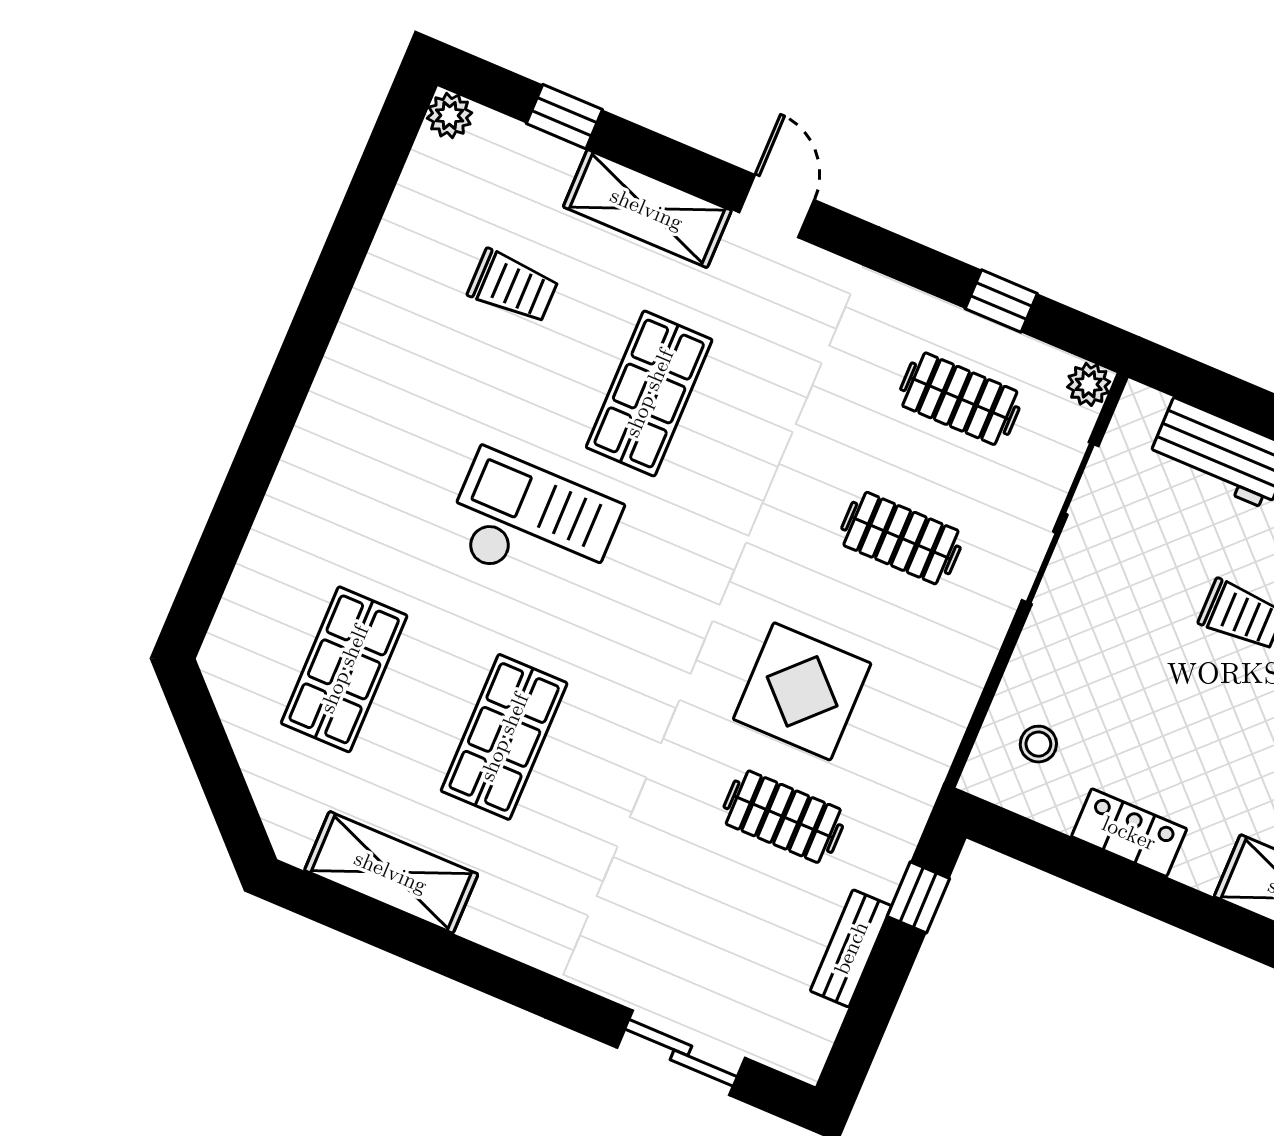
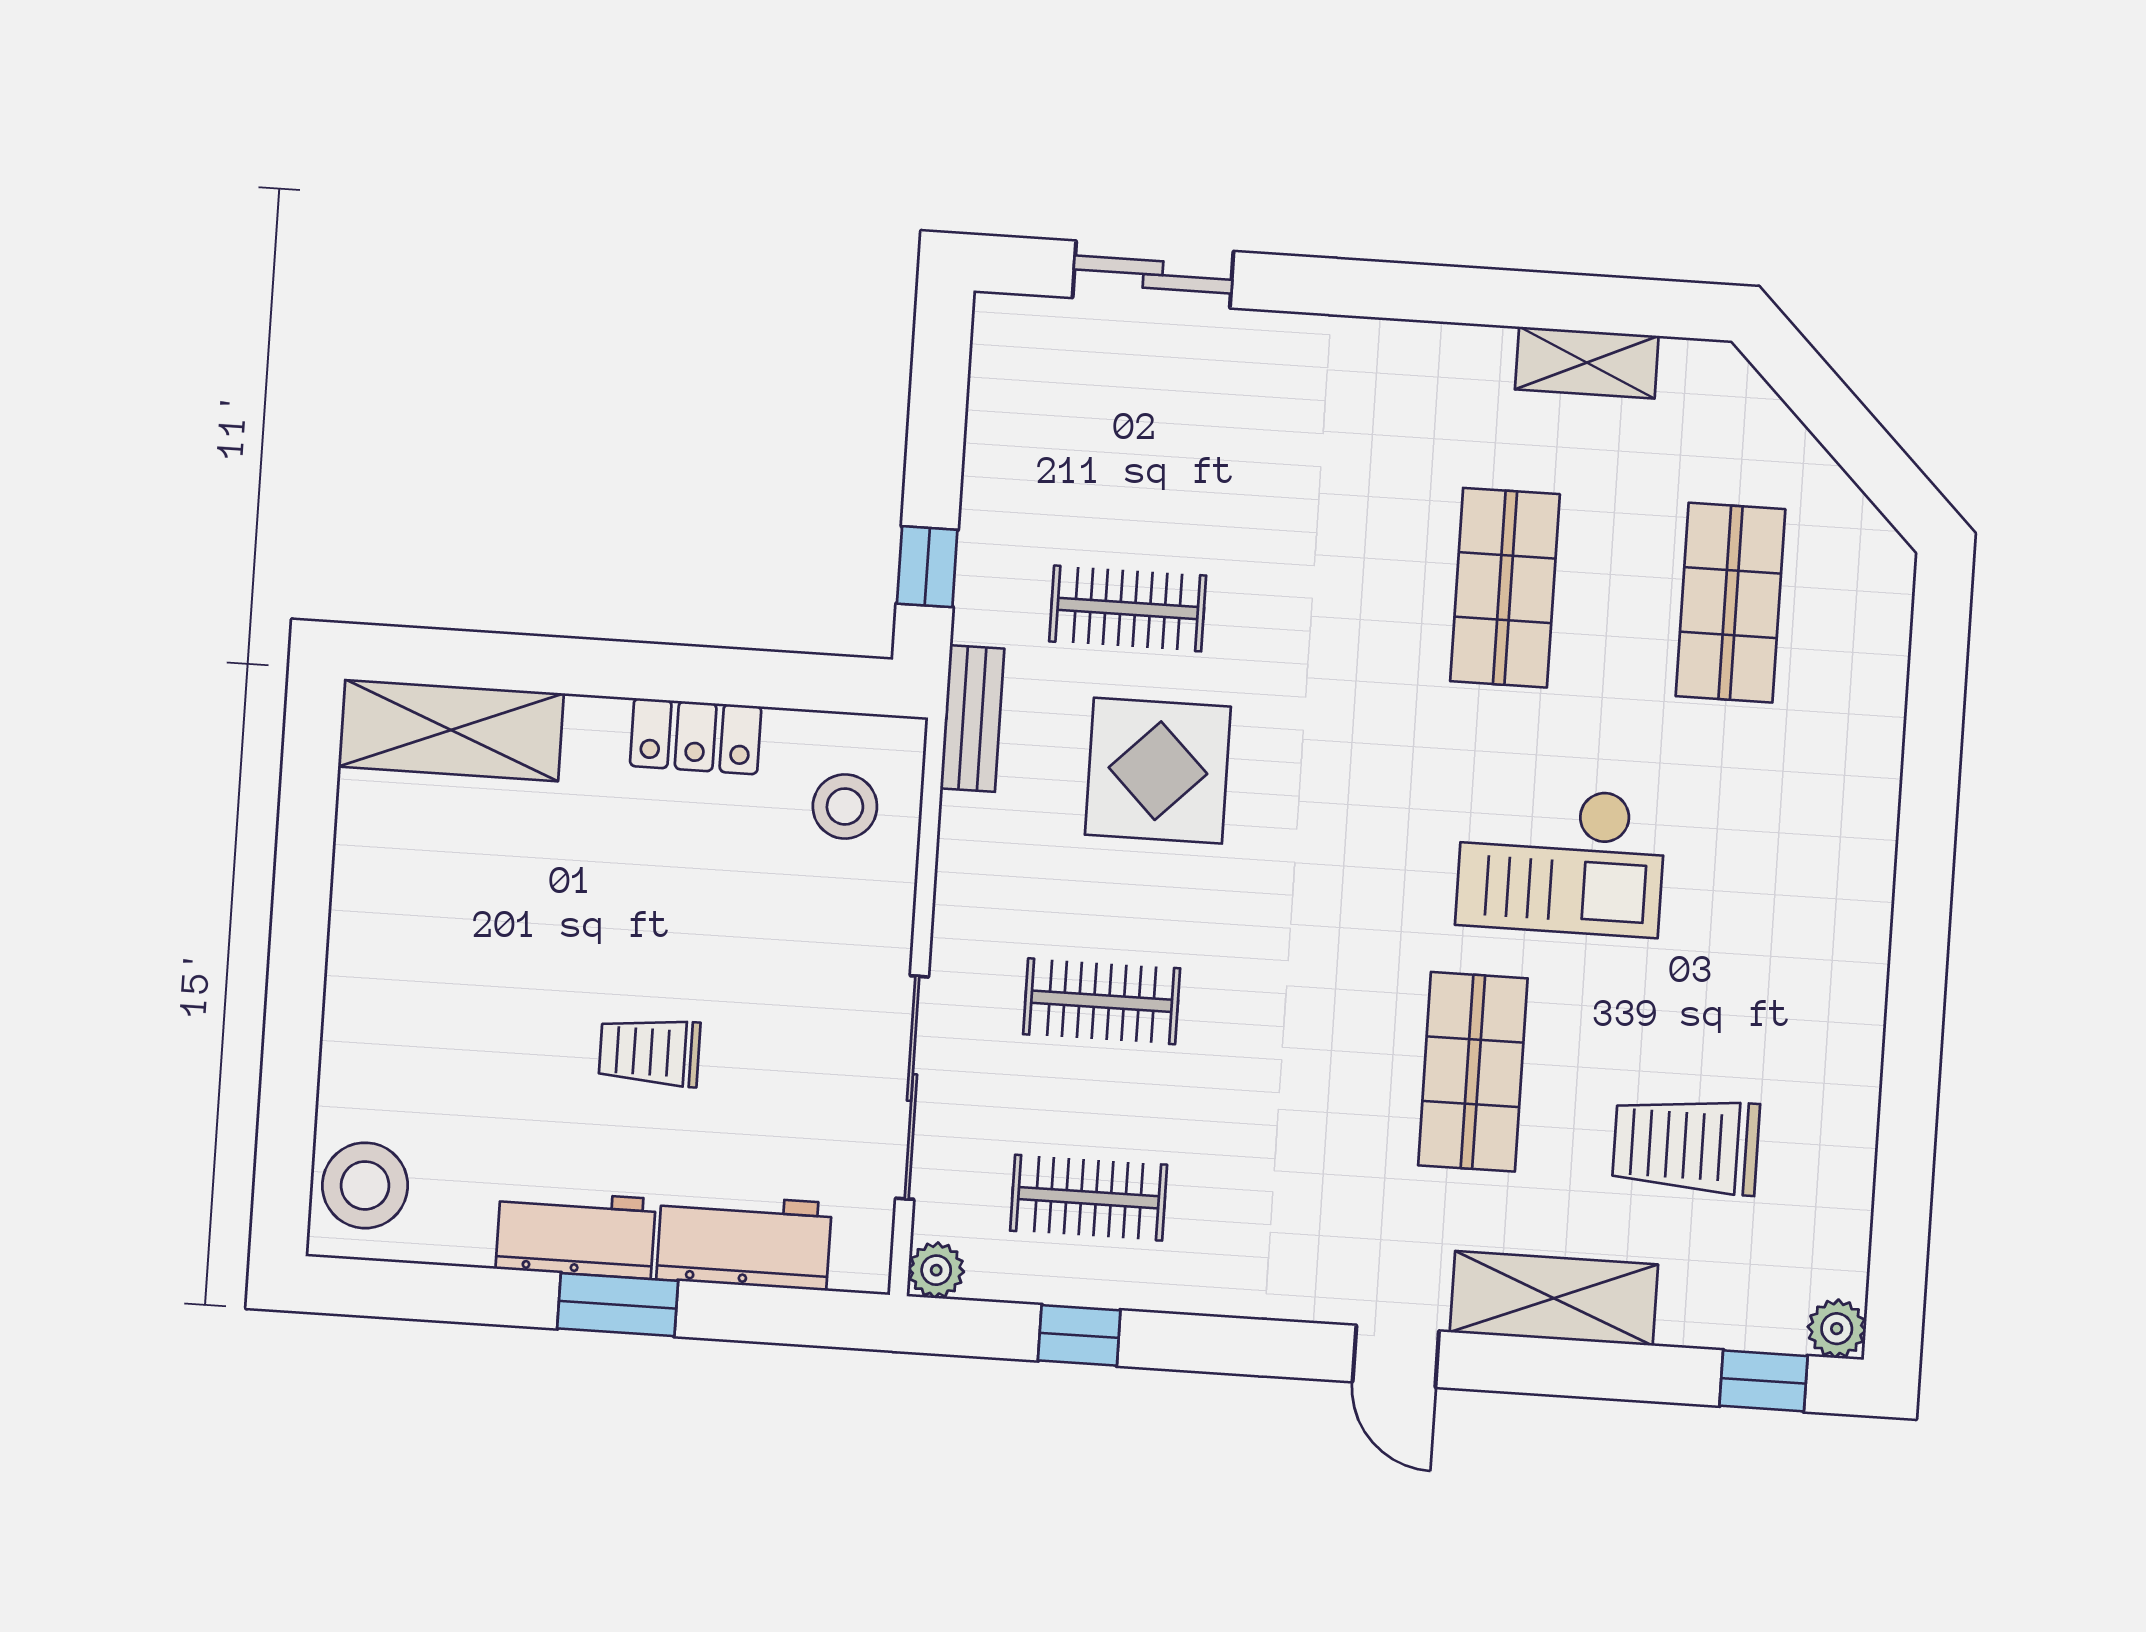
window: (564, 117) -> (1764, 1381), moved
trolley: (513, 286) -> (1686, 1145), width x1.36, depth x1.39
stool: (1038, 744) -> (845, 806), width x1.37, depth x1.37
shelving: (391, 872) -> (1587, 363), width x0.67, depth x0.75
bench: (851, 948) -> (972, 718), moved

